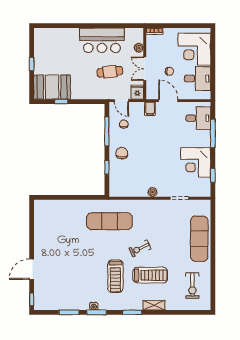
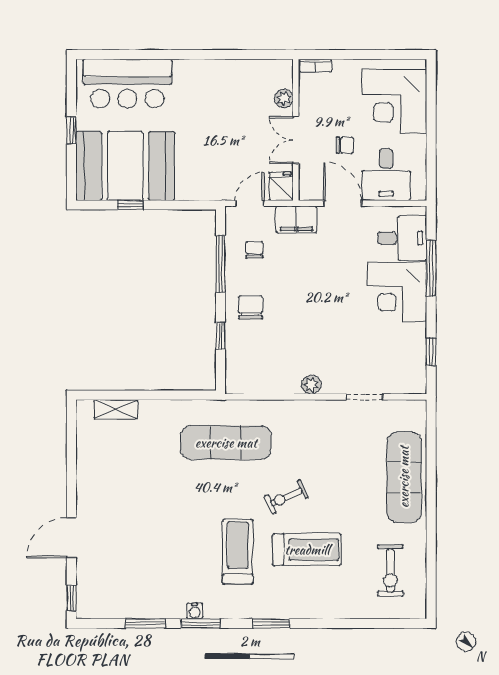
bar counter: (102, 40) -> (127, 84), moved
cafe table: (110, 72) -> (227, 146), removed
desk: (198, 78) -> (386, 175), moved, turned 90
booth: (52, 87) -> (125, 166), width x1.36, depth x1.42
door: (122, 101) -> (250, 203), swing flipped
filing cabinet: (150, 109) -> (296, 219), width x2.00
corner desk: (196, 162) -> (397, 292), moved
treadmill: (115, 276) -> (238, 552), turned 180
shelving: (154, 305) -> (116, 409), moved

